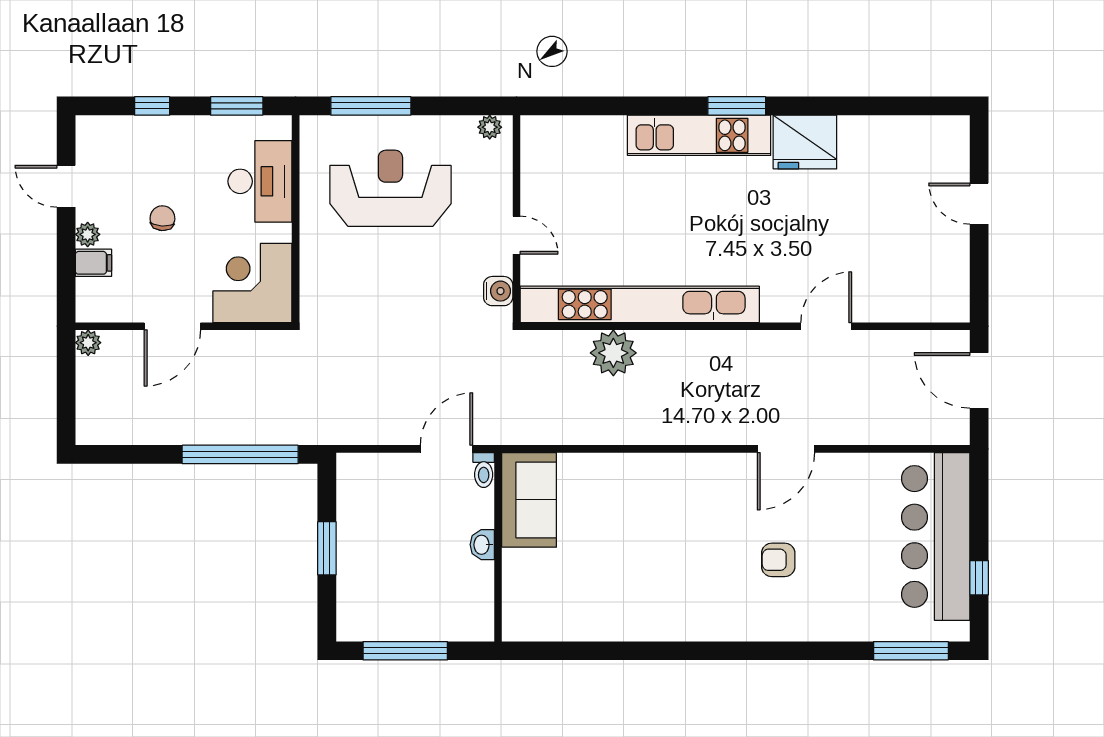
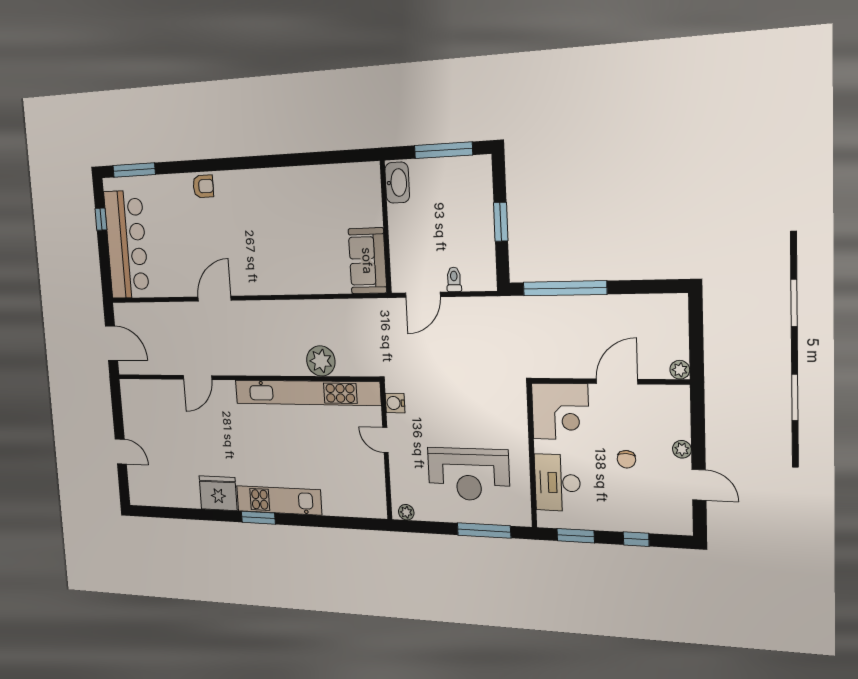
filing cabinet: (93, 263) -> (677, 428), removed
toilet: (484, 470) -> (454, 279), moved
washbasin: (482, 545) -> (397, 183), moved, width x1.91, depth x1.45
armchair: (778, 560) -> (203, 186), moved

